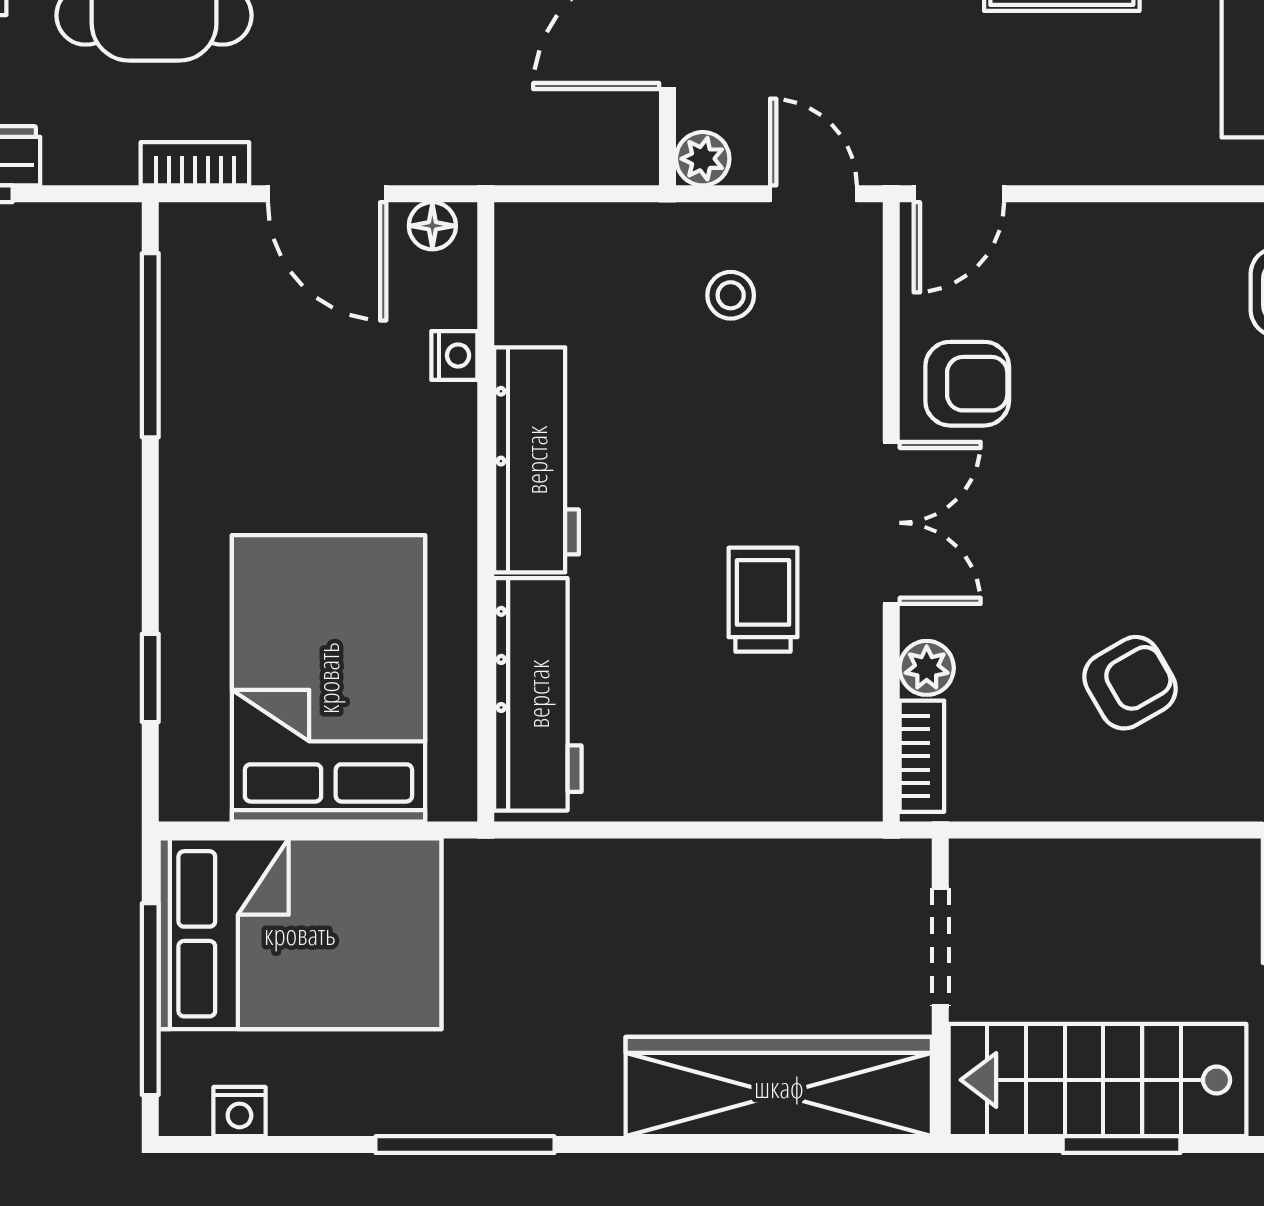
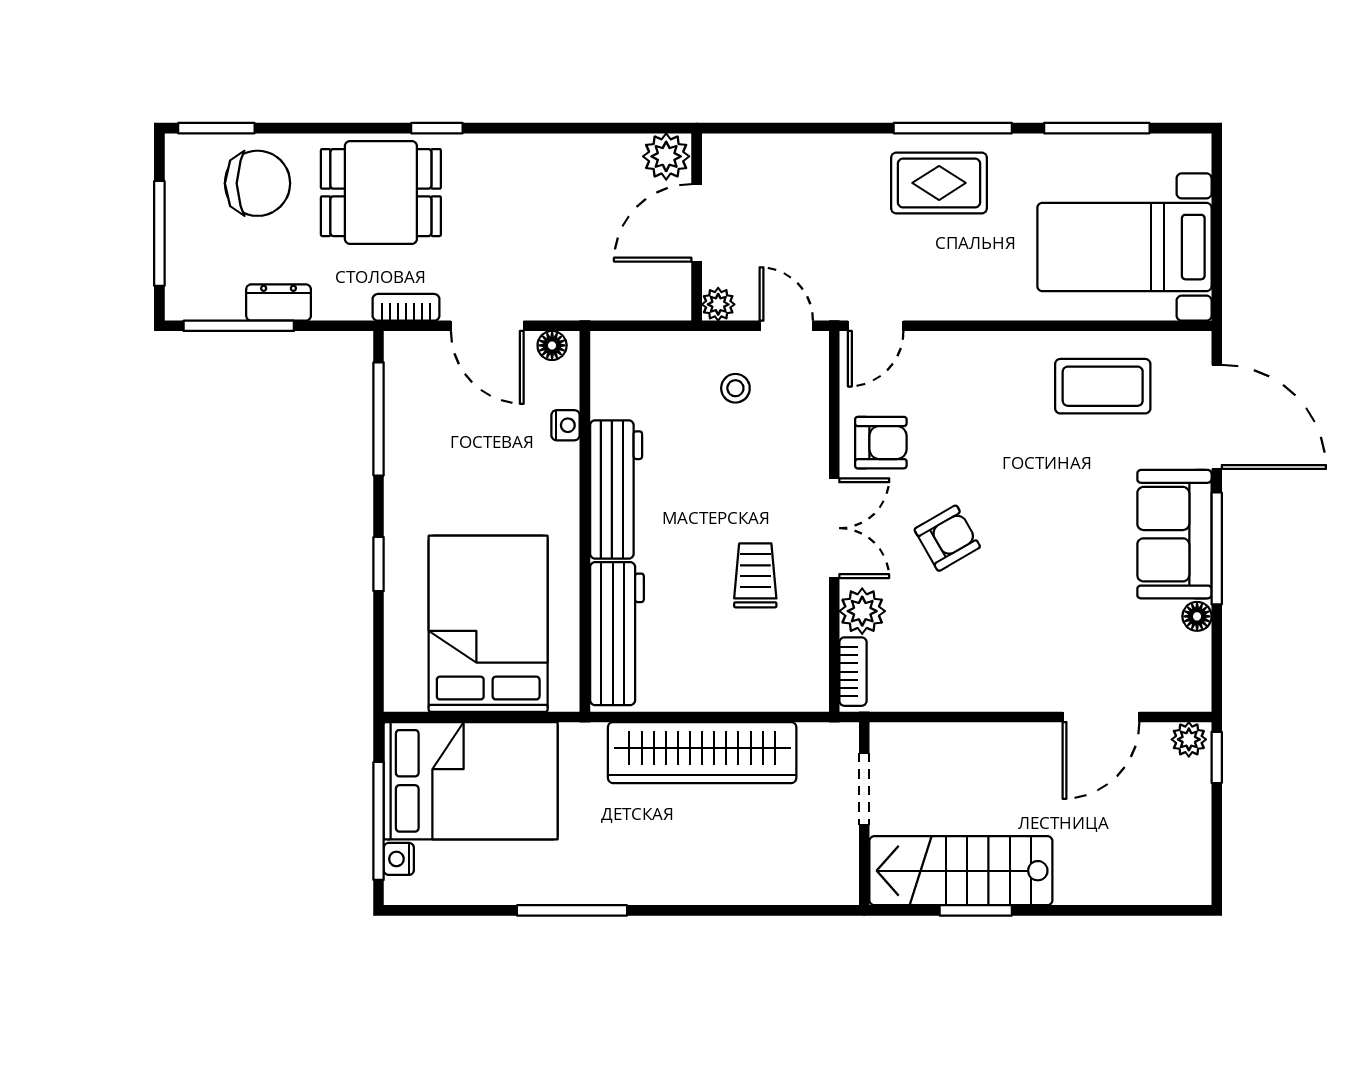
plant: (927, 668) -> (862, 611), width x1.38, depth x1.38
window: (150, 678) -> (379, 564), moved
armchair: (1130, 683) -> (947, 538), moved
wardrobe: (779, 1087) -> (702, 753), moved, turned 180
nightstand: (239, 1112) -> (399, 859), moved, turned 90

